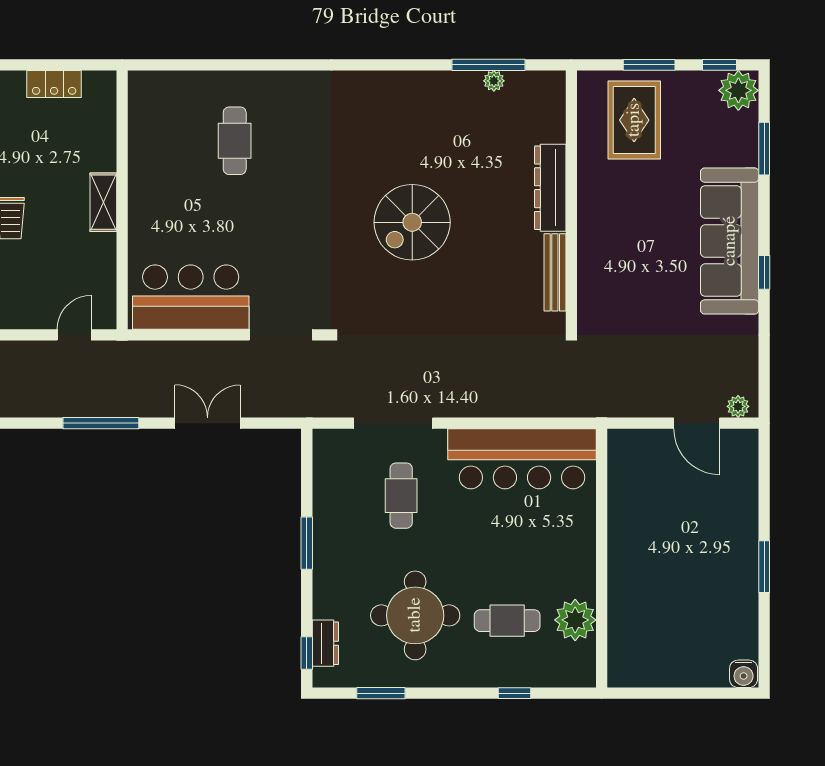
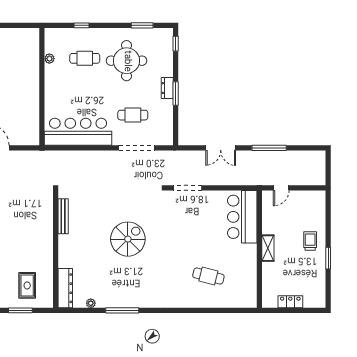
window: (488, 65) -> (122, 310), moved
rug: (634, 120) -> (27, 285), width x0.73, depth x0.70
cafe table: (235, 141) -> (208, 276), turned -76
dresser: (550, 188) -> (65, 288), moved
bar counter: (191, 297) -> (242, 217), moved, turned 90
cafe table: (401, 496) -> (133, 115), turned 90
plant: (575, 620) -> (49, 59), width x0.53, depth x0.53
dresser: (325, 643) -> (167, 88), moved

